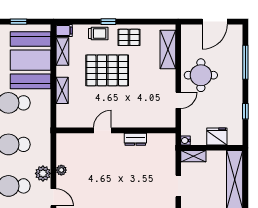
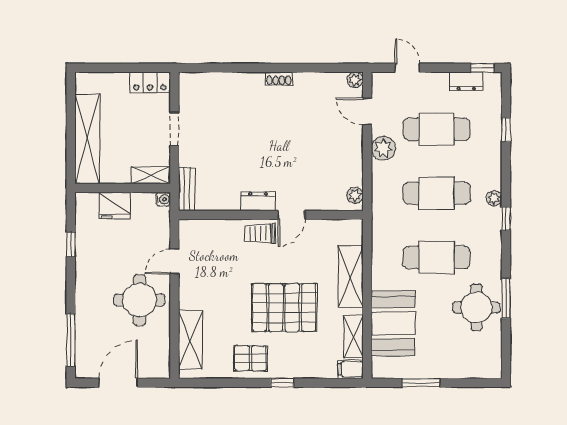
window: (19, 22) -> (421, 383), width x1.50
trolley: (98, 33) -> (260, 233), moved
booth: (31, 60) -> (393, 323), width x0.73, depth x0.70
window: (245, 62) -> (71, 340), moved
shelving: (62, 90) -> (351, 277), width x1.50, depth x1.33
dresser: (135, 139) -> (258, 201), moved
bench: (170, 147) -> (187, 189), added
plant: (61, 170) -> (355, 195), moved

